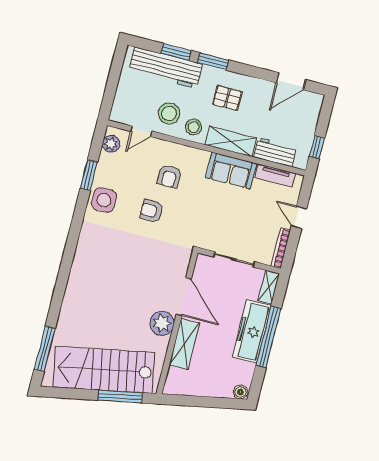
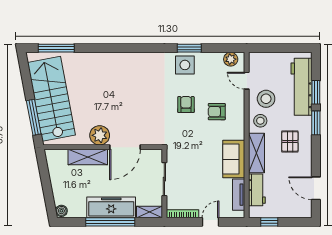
window: (89, 175) -> (189, 48), moved

